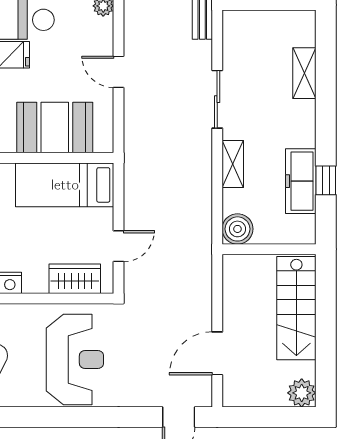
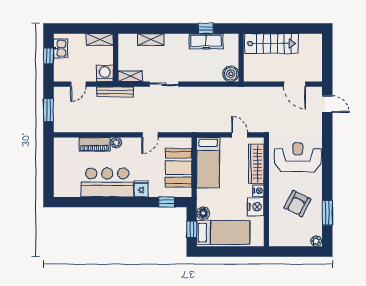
shelving: (233, 164) -> (130, 76), moved
wardrobe: (75, 279) -> (256, 164), width x1.50
plant: (302, 393) -> (315, 41), removed

